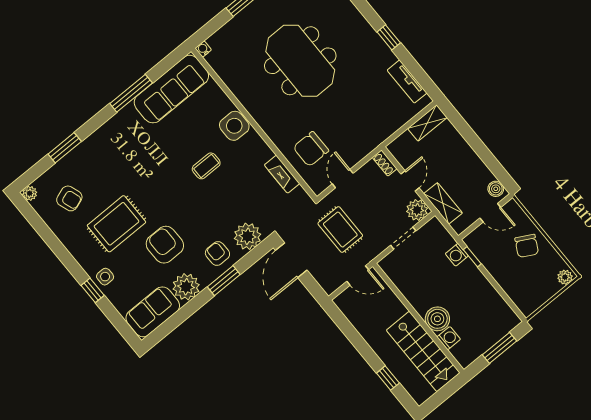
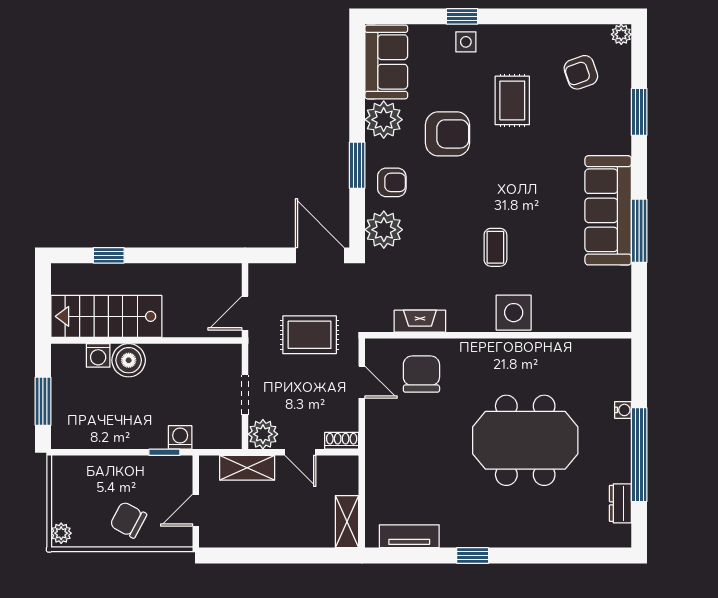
water cooler: (203, 49) -> (623, 410), moved
sofa: (171, 89) -> (608, 210), moved
boiler: (496, 189) -> (216, 537), removed
rug: (116, 224) -> (512, 100), width x0.73, depth x0.70

